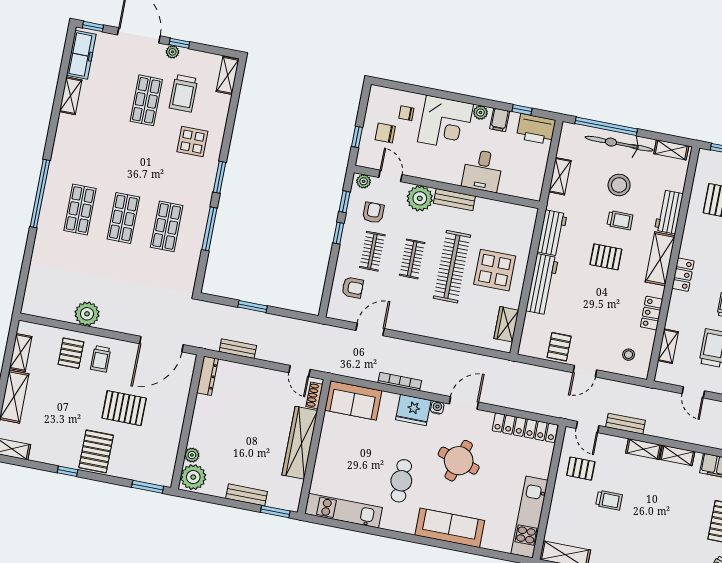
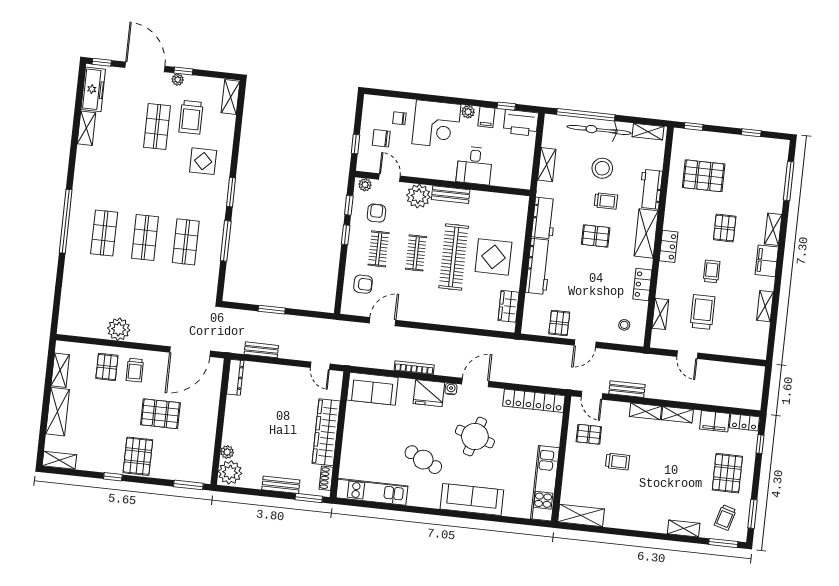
shoe rack: (314, 395) -> (326, 478), moved
cafe table: (401, 481) -> (423, 460), turned -64

